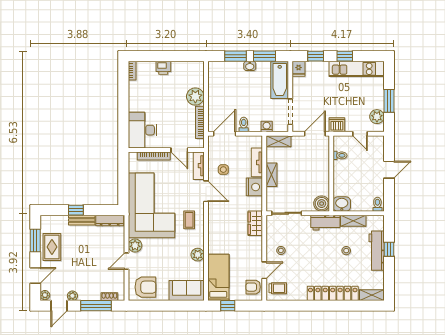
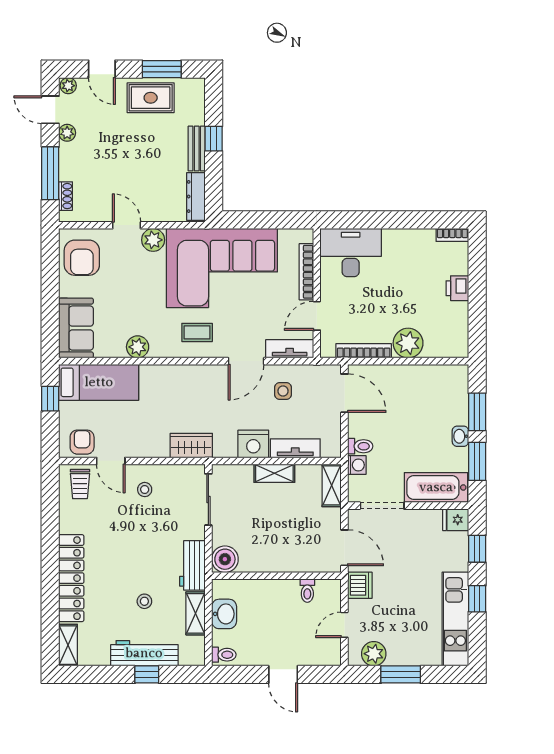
toilet: (244, 124) -> (360, 446), moved
washbasin: (342, 204) -> (224, 614), moved

